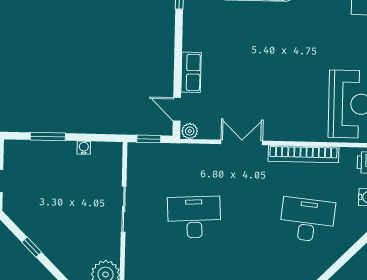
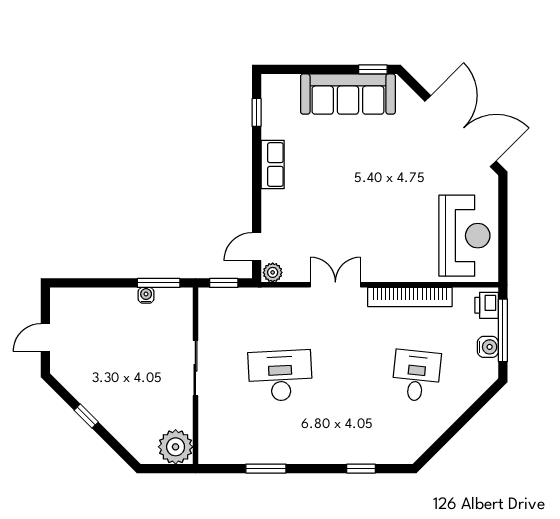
row of seats: (191, 72) -> (273, 165), moved
door: (177, 109) -> (257, 247), hinge flipped
window: (48, 137) -> (159, 283), moved
desk: (307, 220) -> (416, 376), width x0.73

